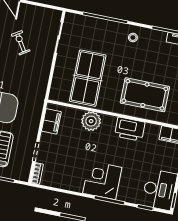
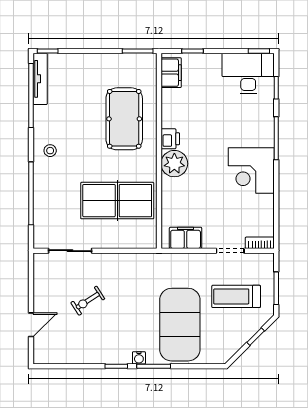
plant: (91, 121) -> (174, 164), moved
printer: (130, 129) -> (170, 139), width x0.53, depth x0.68
corner desk: (102, 180) -> (251, 171), moved

